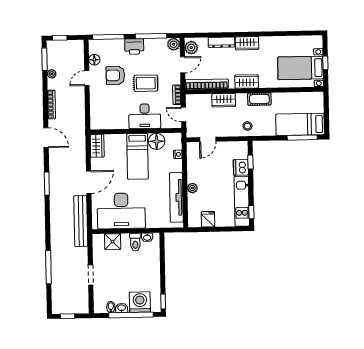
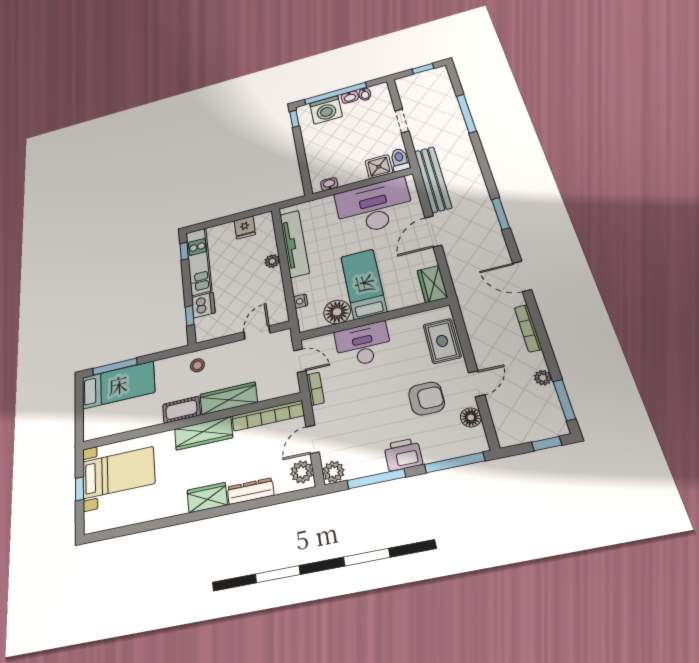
wardrobe: (247, 81) -> (203, 433), width x1.50
rug: (146, 83) -> (442, 341), moved, turned 90
wardrobe: (224, 100) -> (229, 398), width x1.50
toilet: (135, 242) -> (400, 160), moved

